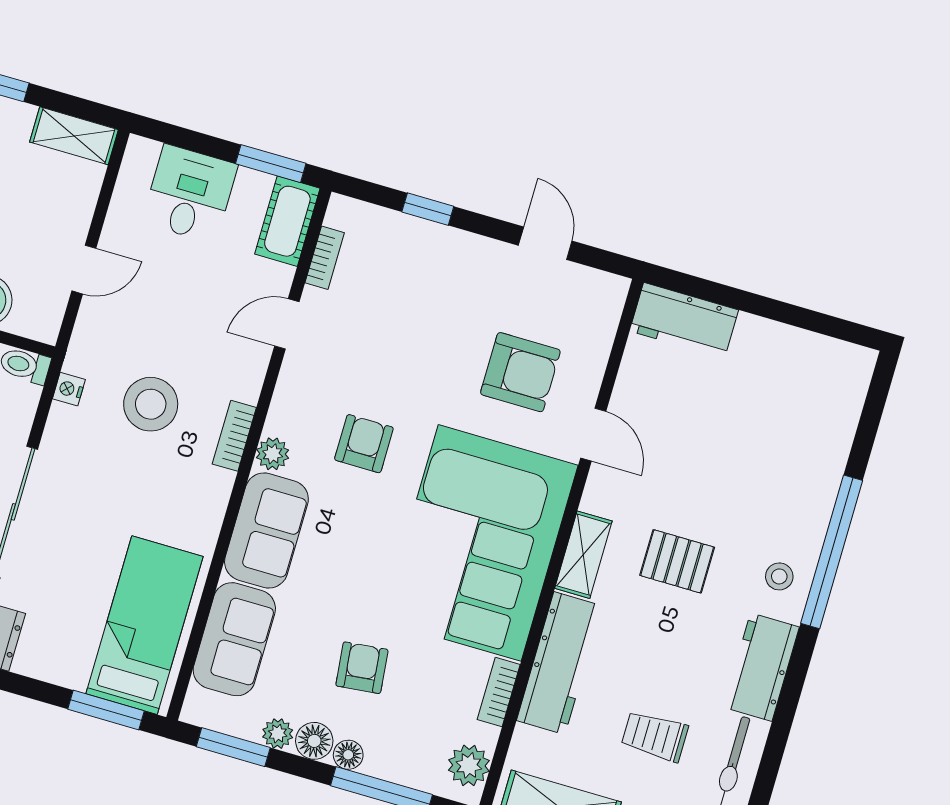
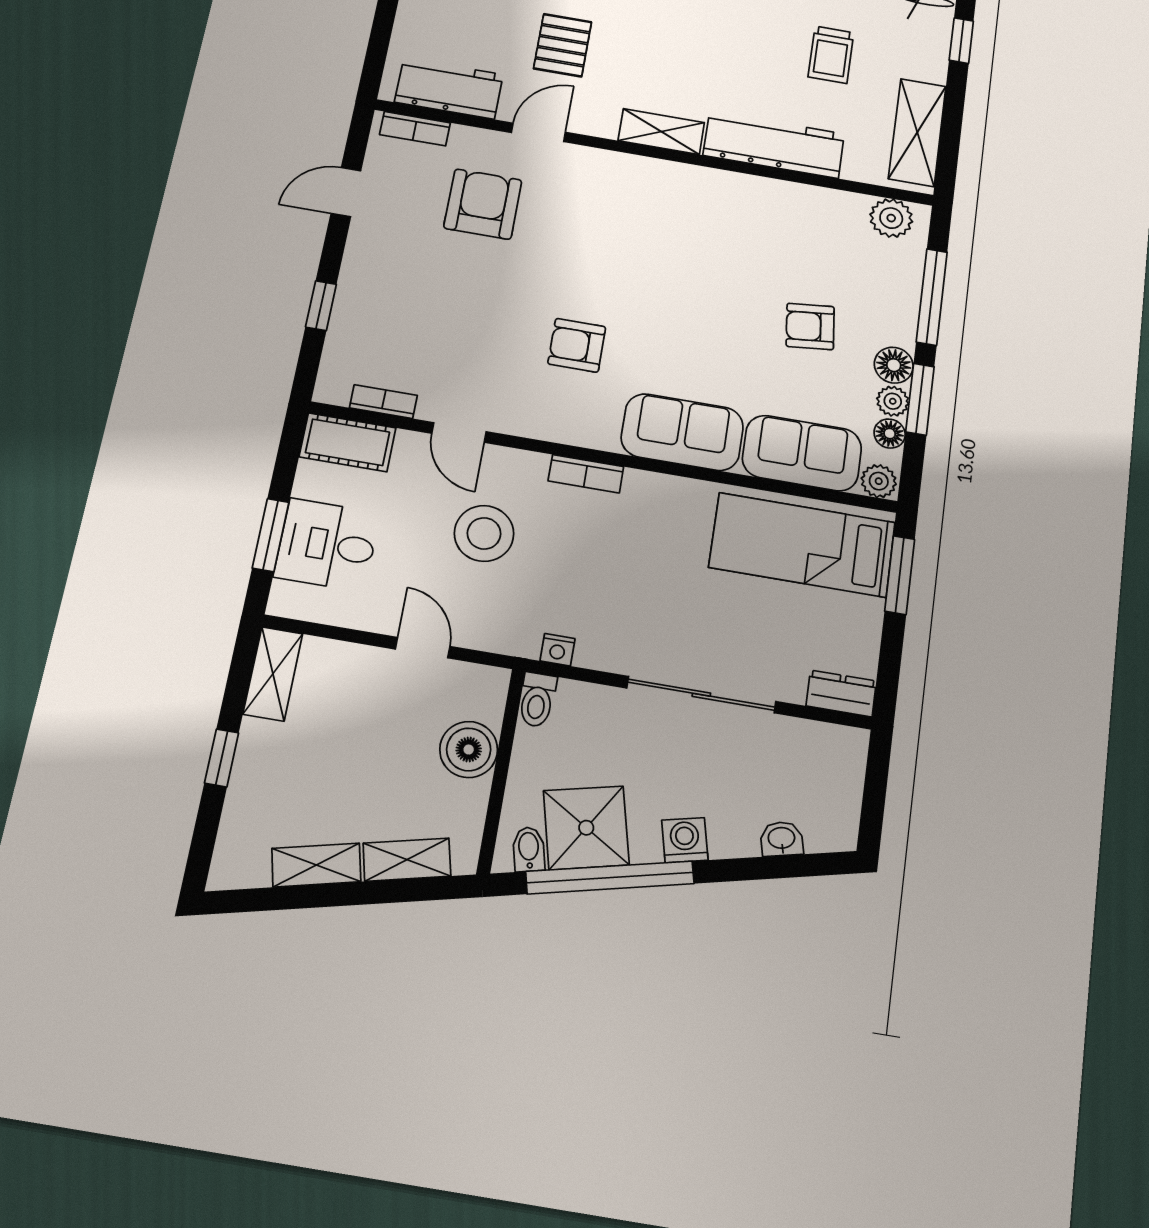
window: (271, 164) -> (271, 535), moved
workbench: (684, 320) -> (449, 88), moved, turned -90
stool: (151, 404) -> (484, 533), moved
plant: (273, 454) -> (879, 481), moved
corner sofa: (480, 543) -> (664, 227), removed
pallet: (677, 561) -> (563, 45), moved
bookcase: (499, 692) -> (415, 129), moved
window: (233, 747) -> (920, 399), moved
floor lamp: (348, 755) -> (890, 434), moved

